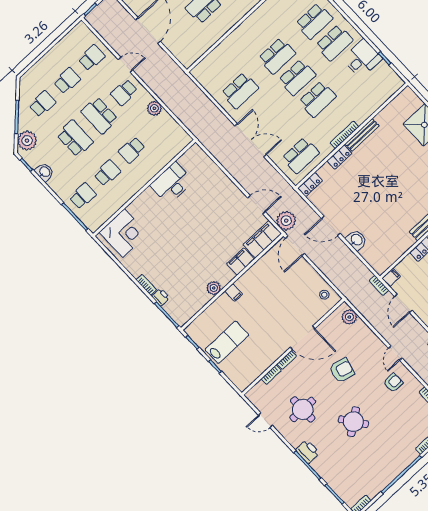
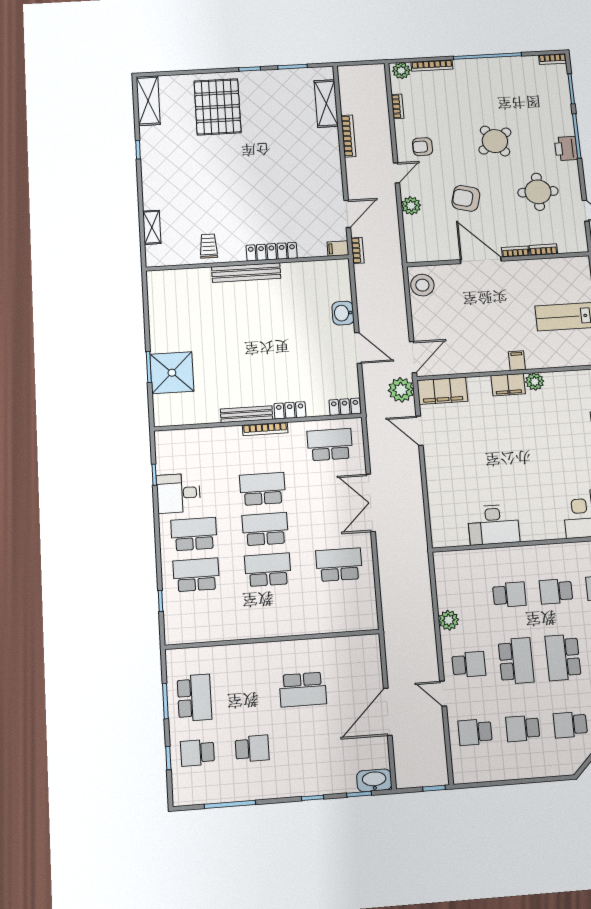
filing cabinet: (241, 261) -> (508, 385), moved
stool: (324, 295) -> (422, 285), width x1.89, depth x1.89
plant: (349, 317) -> (411, 206), moved

